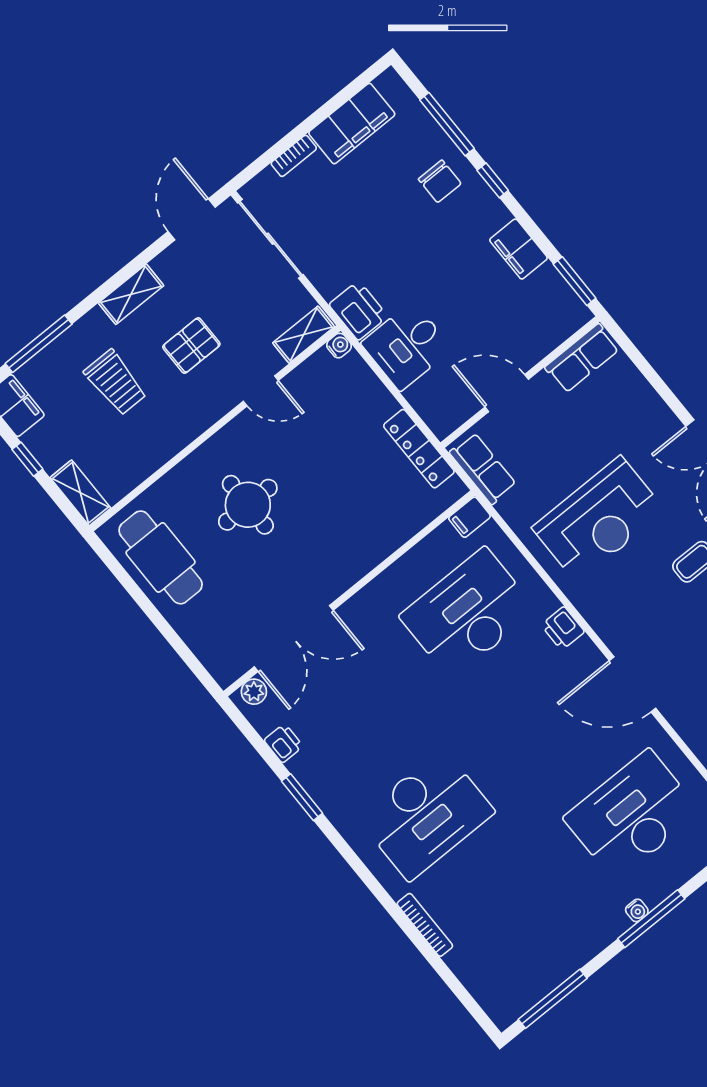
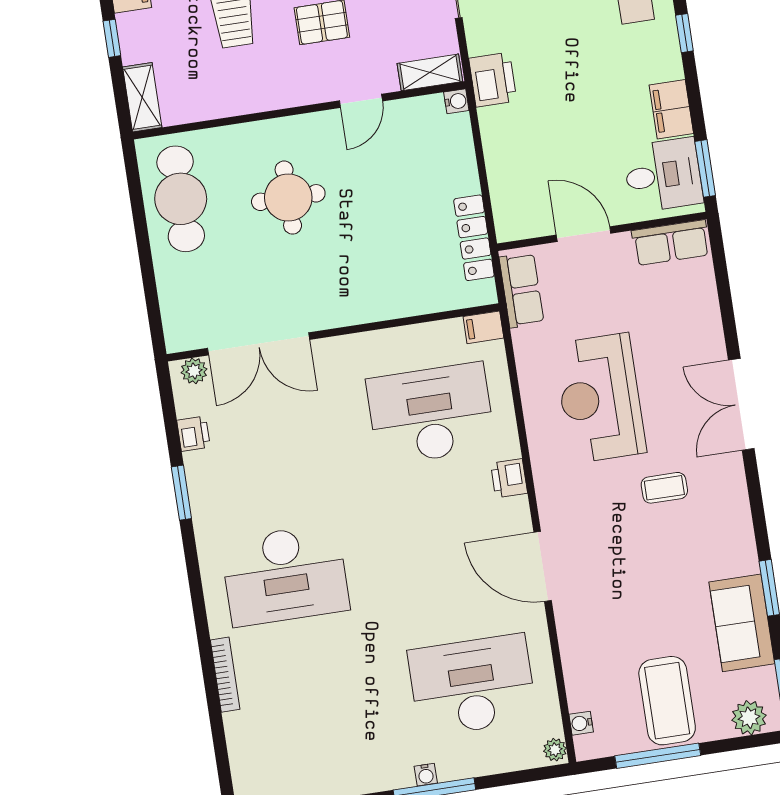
desk: (407, 346) -> (663, 175), moved, turned 180
door: (261, 391) -> (361, 101), hinge flipped
reception desk: (599, 519) -> (600, 398), turned 90

